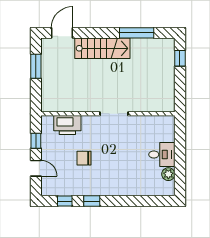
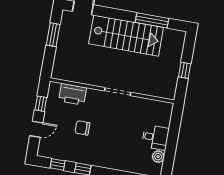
stairs: (102, 48) -> (126, 36), width x1.36, depth x1.51
window: (180, 58) -> (185, 70), moved
door: (36, 168) -> (36, 129), hinge flipped

